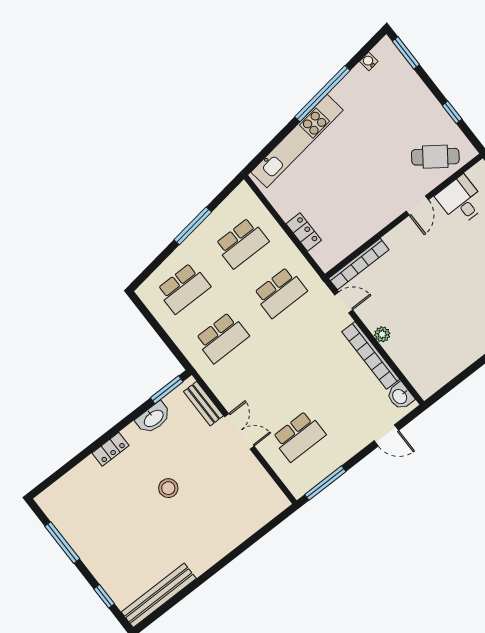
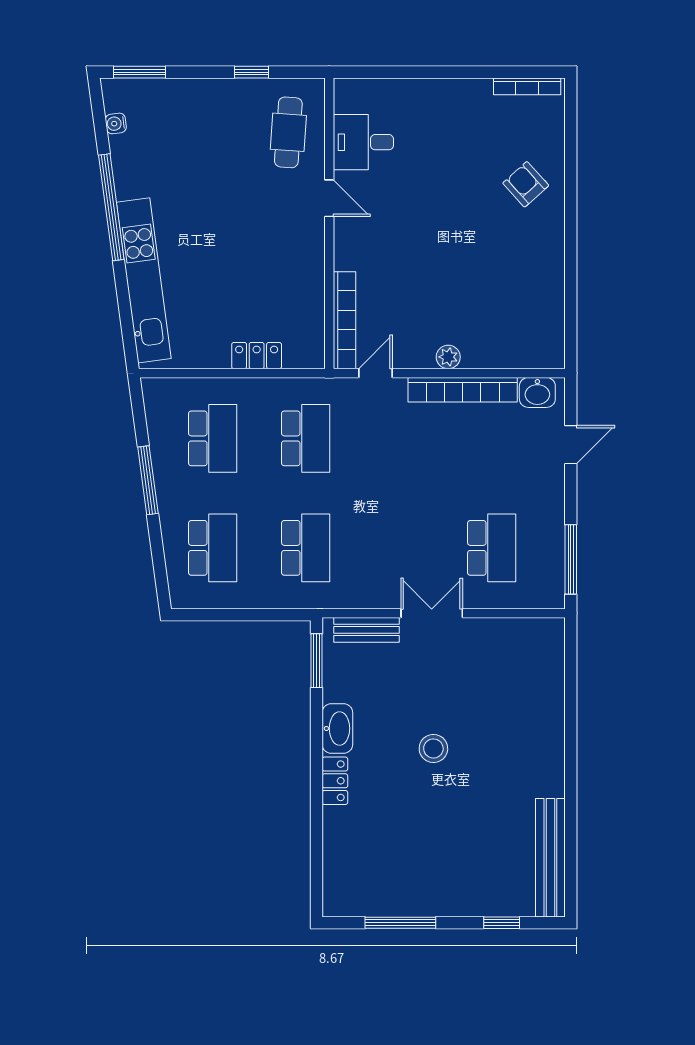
cafe table: (435, 157) -> (288, 132), turned -32
washbasin: (153, 418) -> (337, 728), moved

